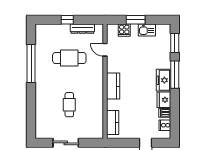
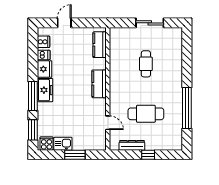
cooker: (124, 30) -> (47, 144), moved

